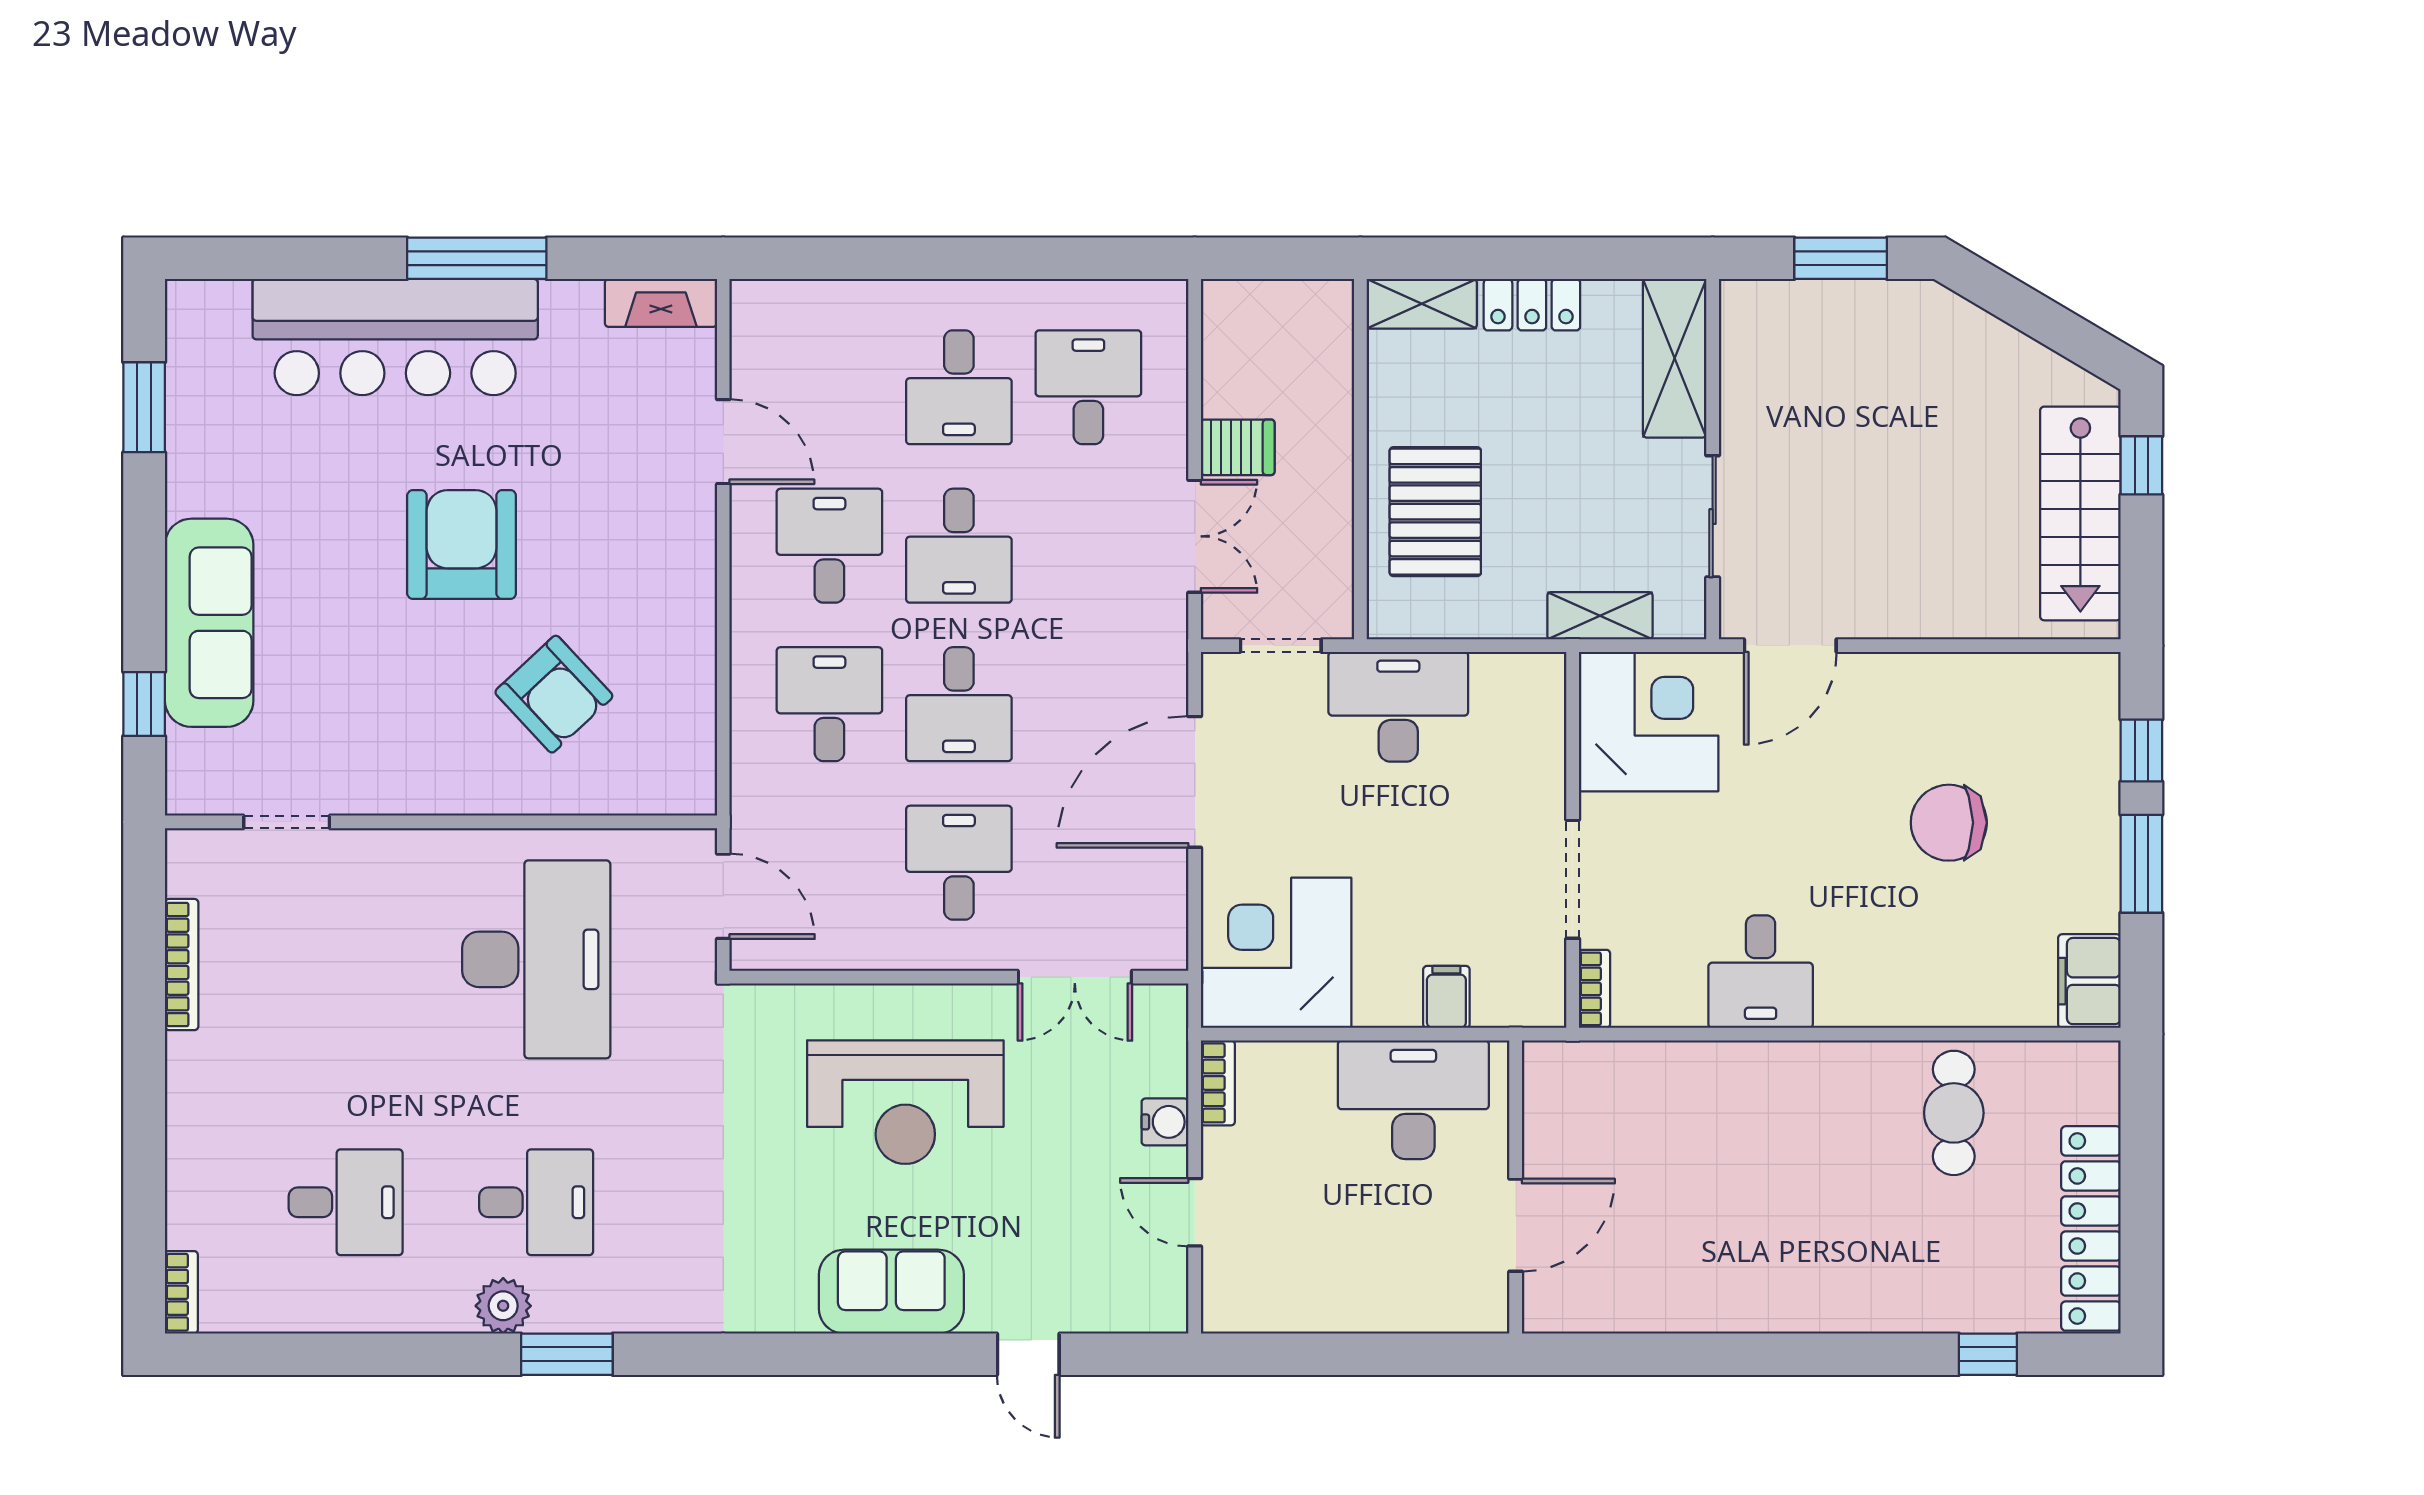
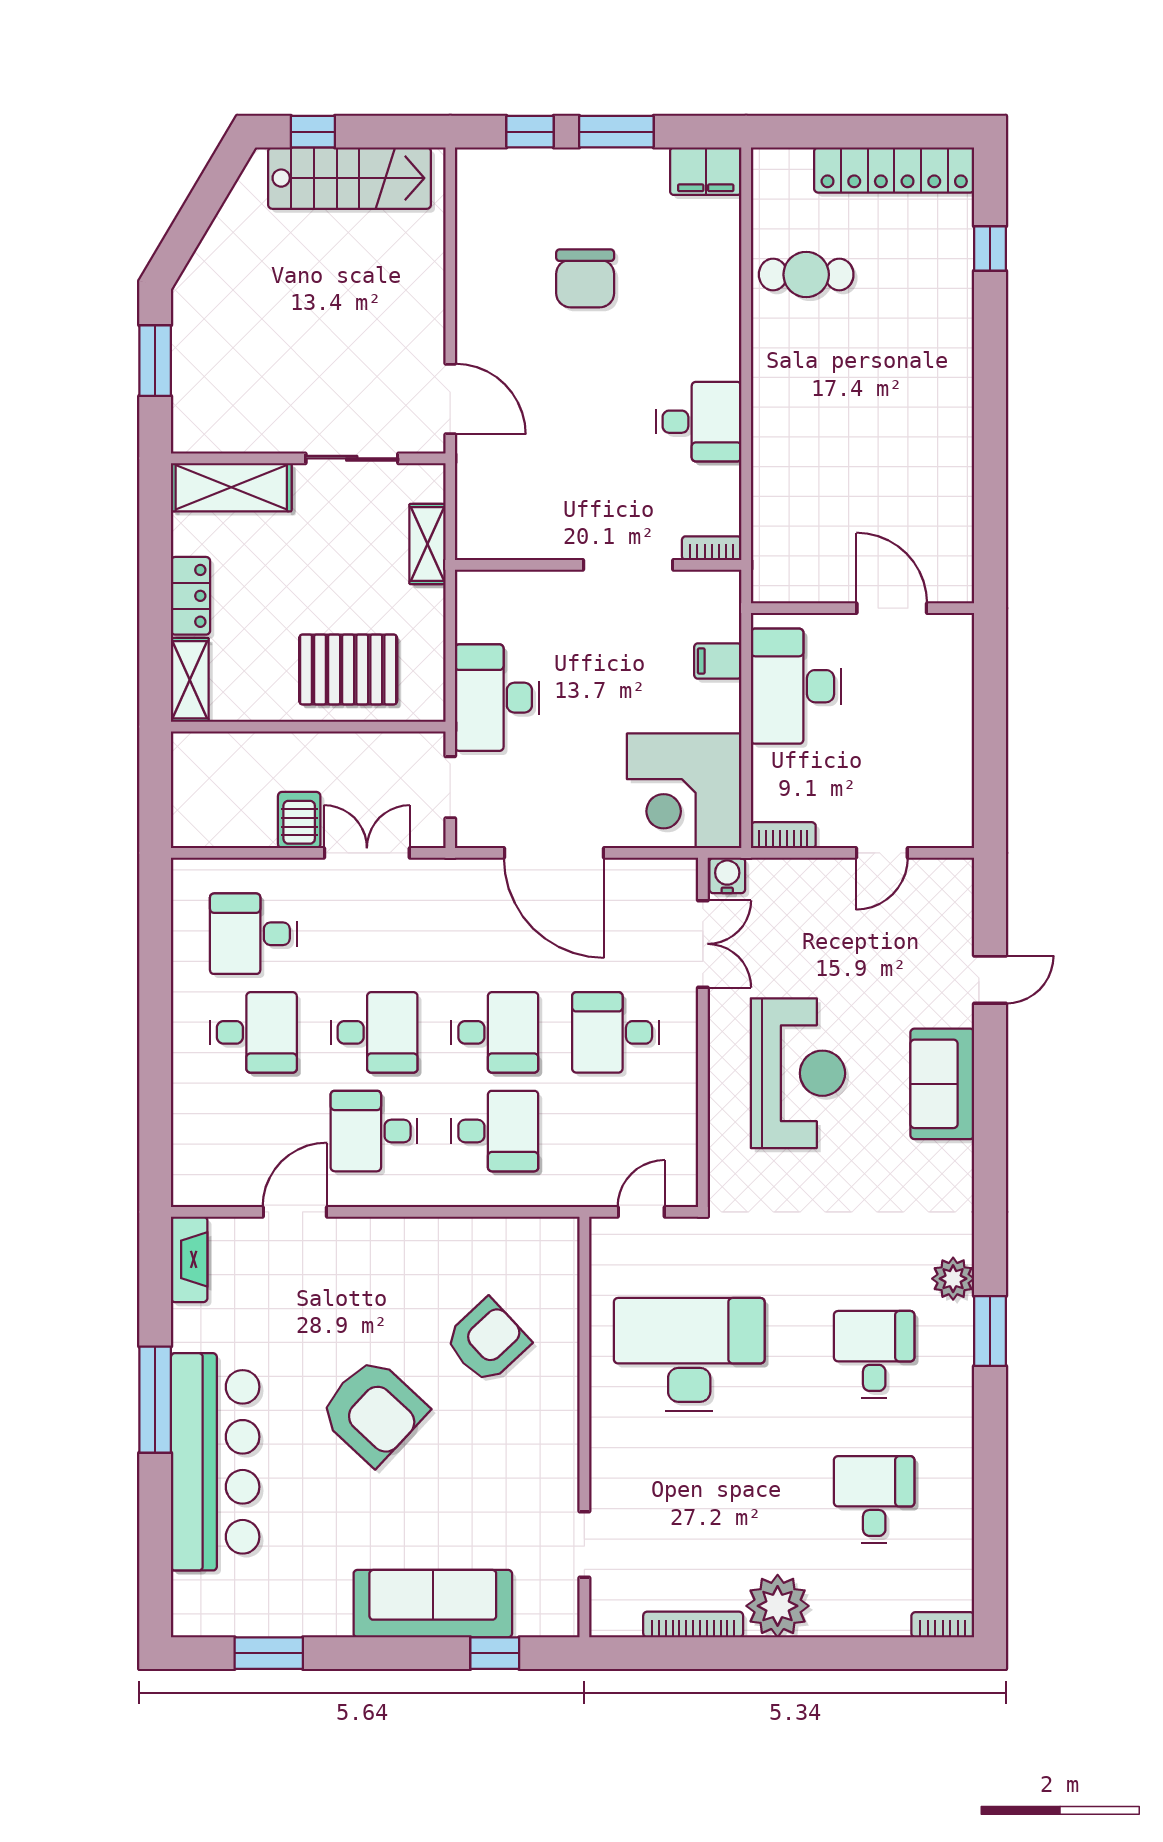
armchair: (462, 544) -> (373, 1411), turned -137
desk: (829, 704) -> (495, 1131), turned 180
corner desk: (1649, 722) -> (508, 507), removed
door: (723, 896) -> (641, 1212), width x0.73
plant: (206, 1075) -> (778, 1606), added
water cooler: (1165, 1122) -> (727, 875), moved
plant: (503, 1306) -> (953, 1279), moved

